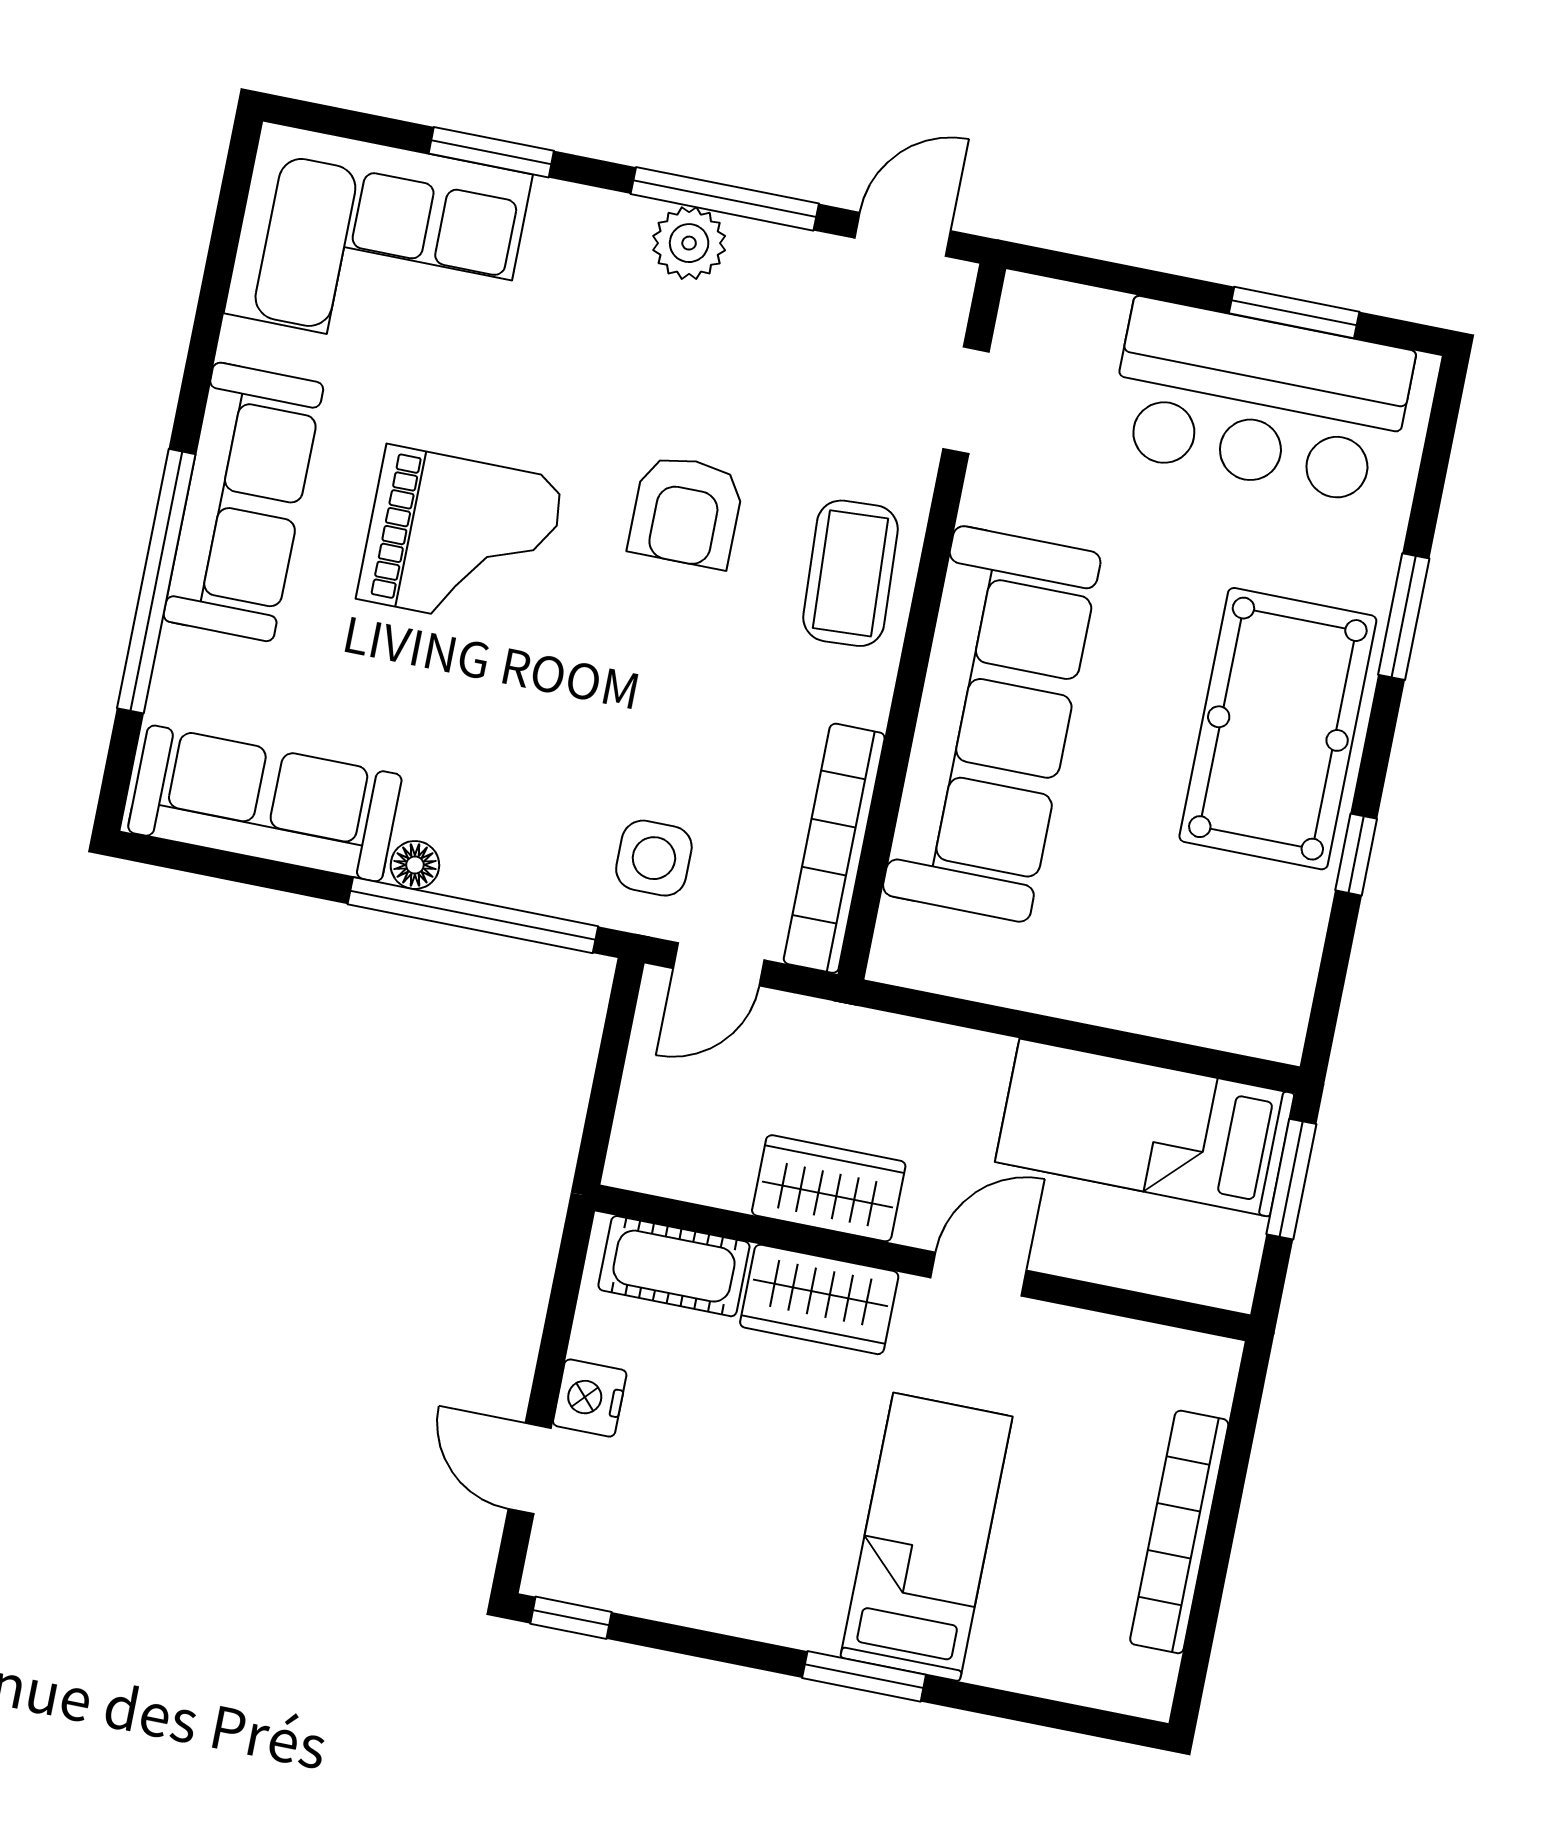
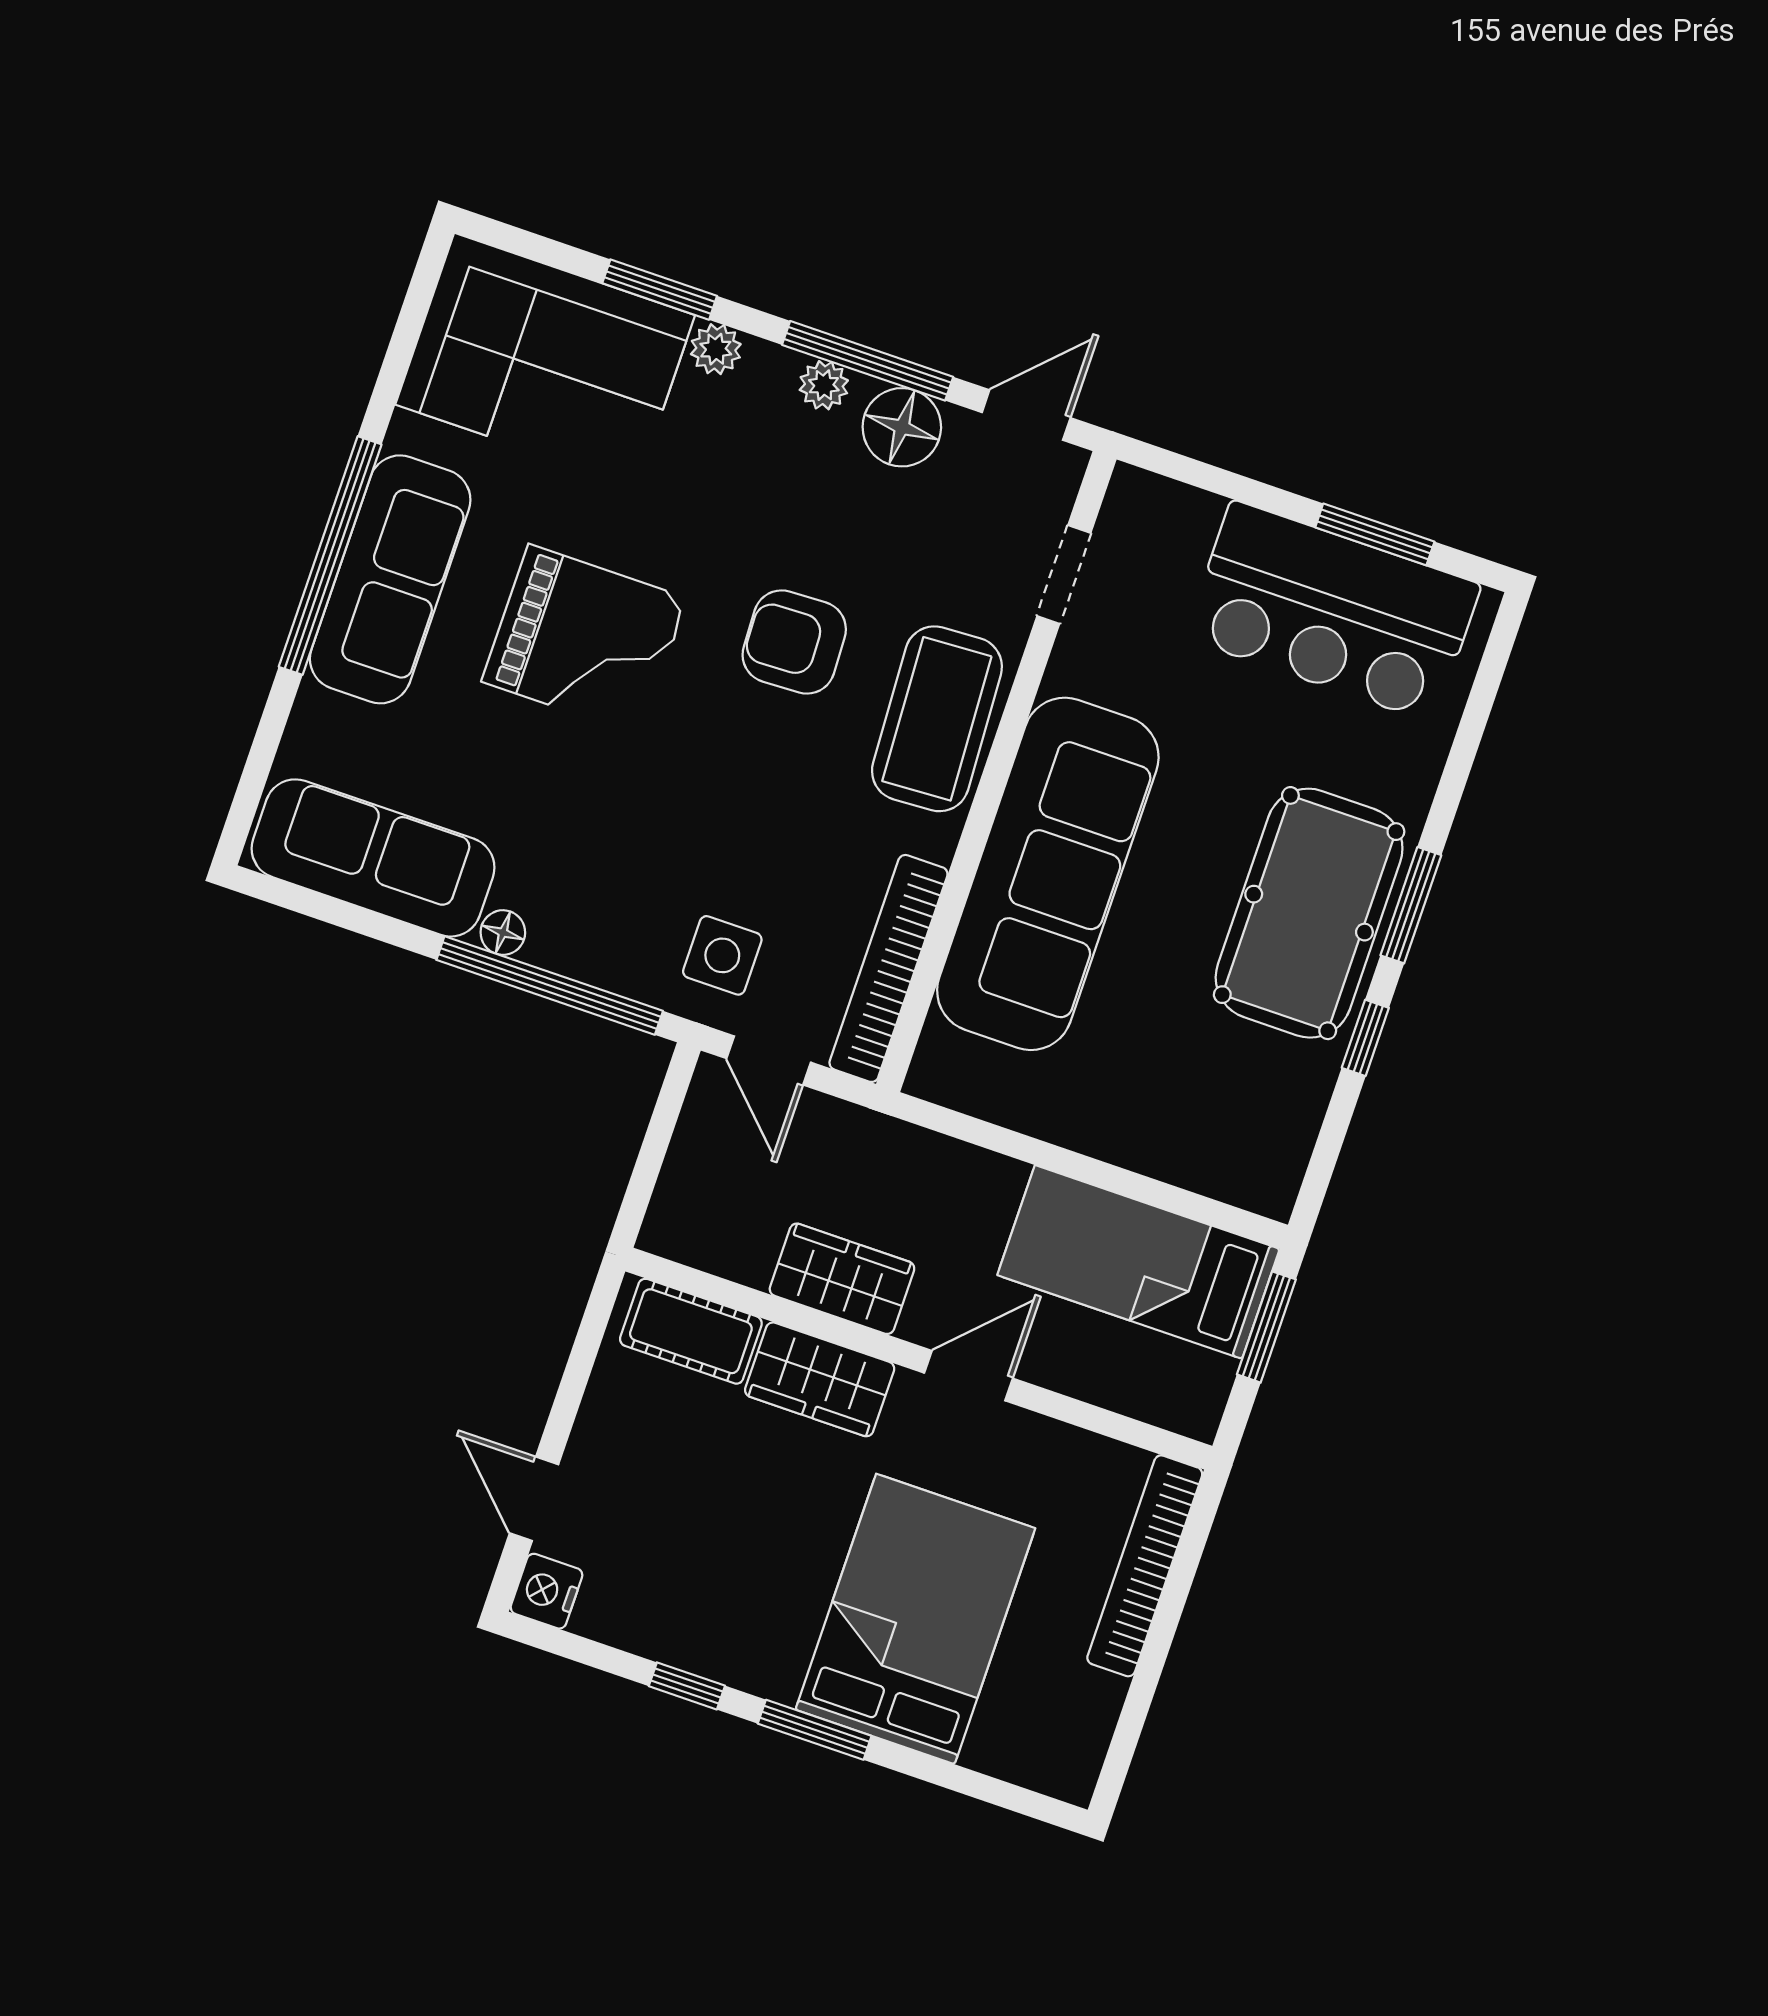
plant: (560, 208) -> (716, 349), added
plant: (689, 243) -> (824, 385), width x0.73, depth x0.73
floor lamp: (771, 265) -> (902, 427), added
armchair: (686, 511) -> (794, 642), turned 88
coffee table: (850, 573) -> (937, 719), width x1.36, depth x1.32
window: (156, 581) -> (330, 556), moved
window: (1404, 617) -> (1411, 905), moved
door: (719, 964) -> (769, 1060), hinge flipped
nightstand: (590, 1398) -> (546, 1591), moved
bookcase: (1179, 1532) -> (1145, 1566), moved
bed: (926, 1537) -> (915, 1619), width x1.50
window: (571, 1618) -> (687, 1686), moved

